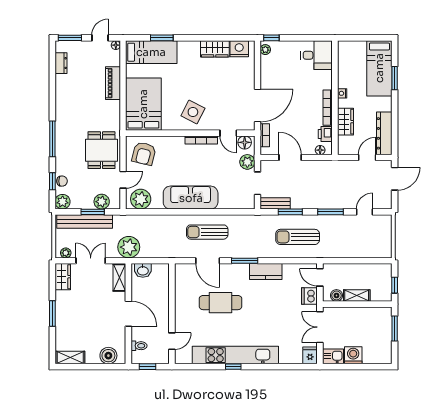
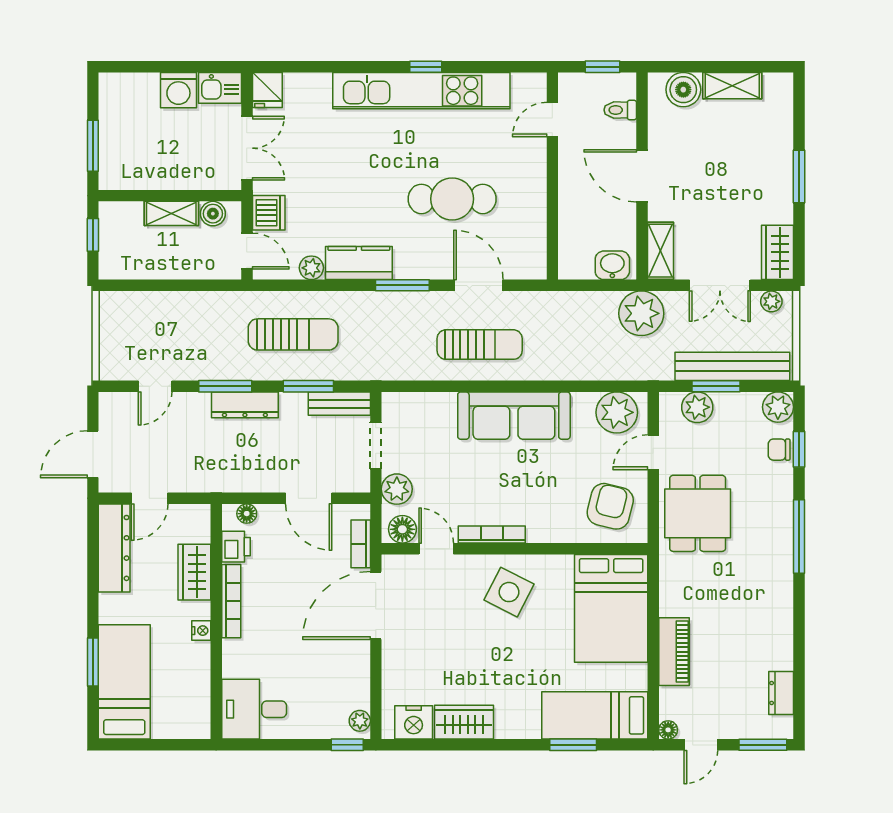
dresser: (321, 203) -> (245, 405), added
plant: (289, 269) -> (311, 268), added
shelving: (70, 358) -> (732, 86), moved

